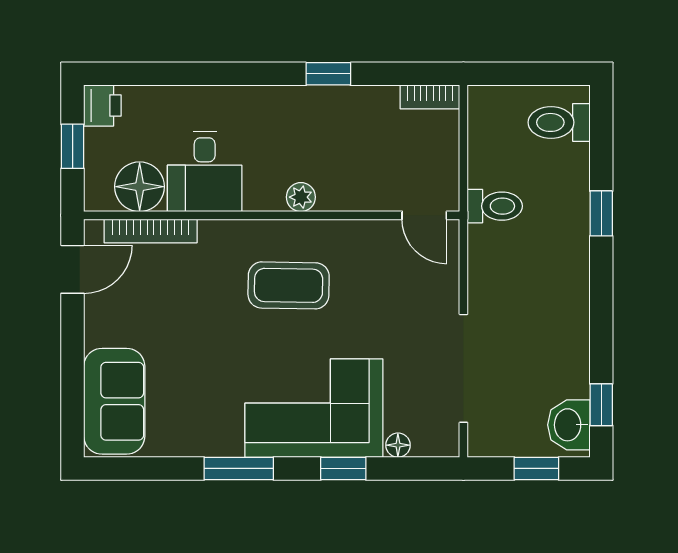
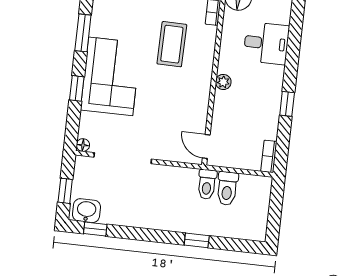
toilet: (559, 122) -> (227, 188), moved, turned 180
desk: (205, 171) -> (266, 43), moved, turned 180
door: (424, 215) -> (206, 146), hinge flipped
coffee table: (289, 285) -> (172, 44), moved
floor lamp: (398, 445) -> (83, 145), moved

